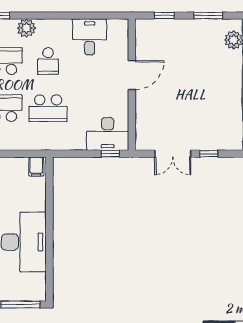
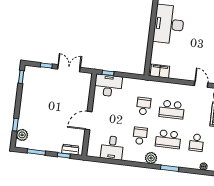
dresser: (155, 26) -> (70, 150), added
school desk: (48, 108) -> (144, 106), width x0.54
filing cabinet: (36, 167) -> (160, 71), width x2.00

